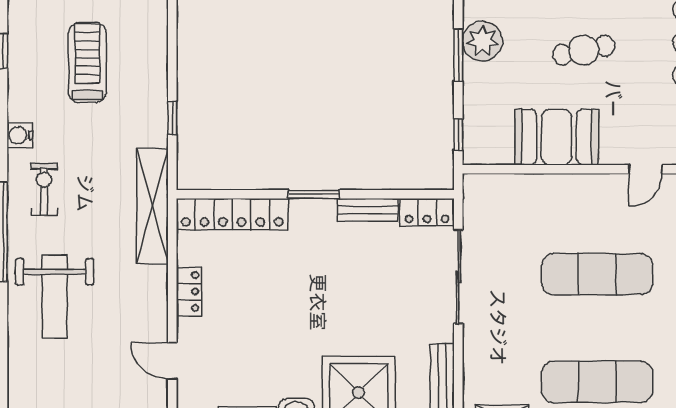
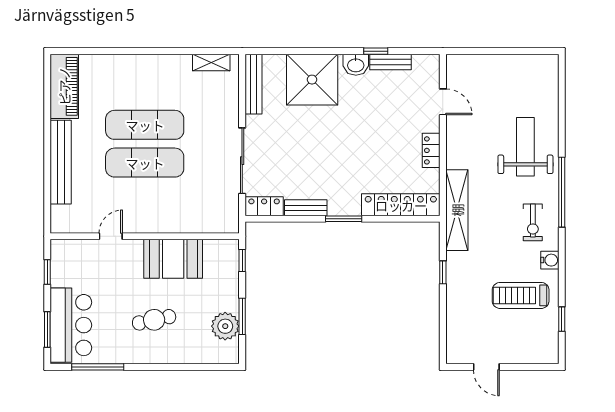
treadmill: (87, 63) -> (521, 295), moved, turned 90
exercise mat: (597, 382) -> (145, 125), moved

